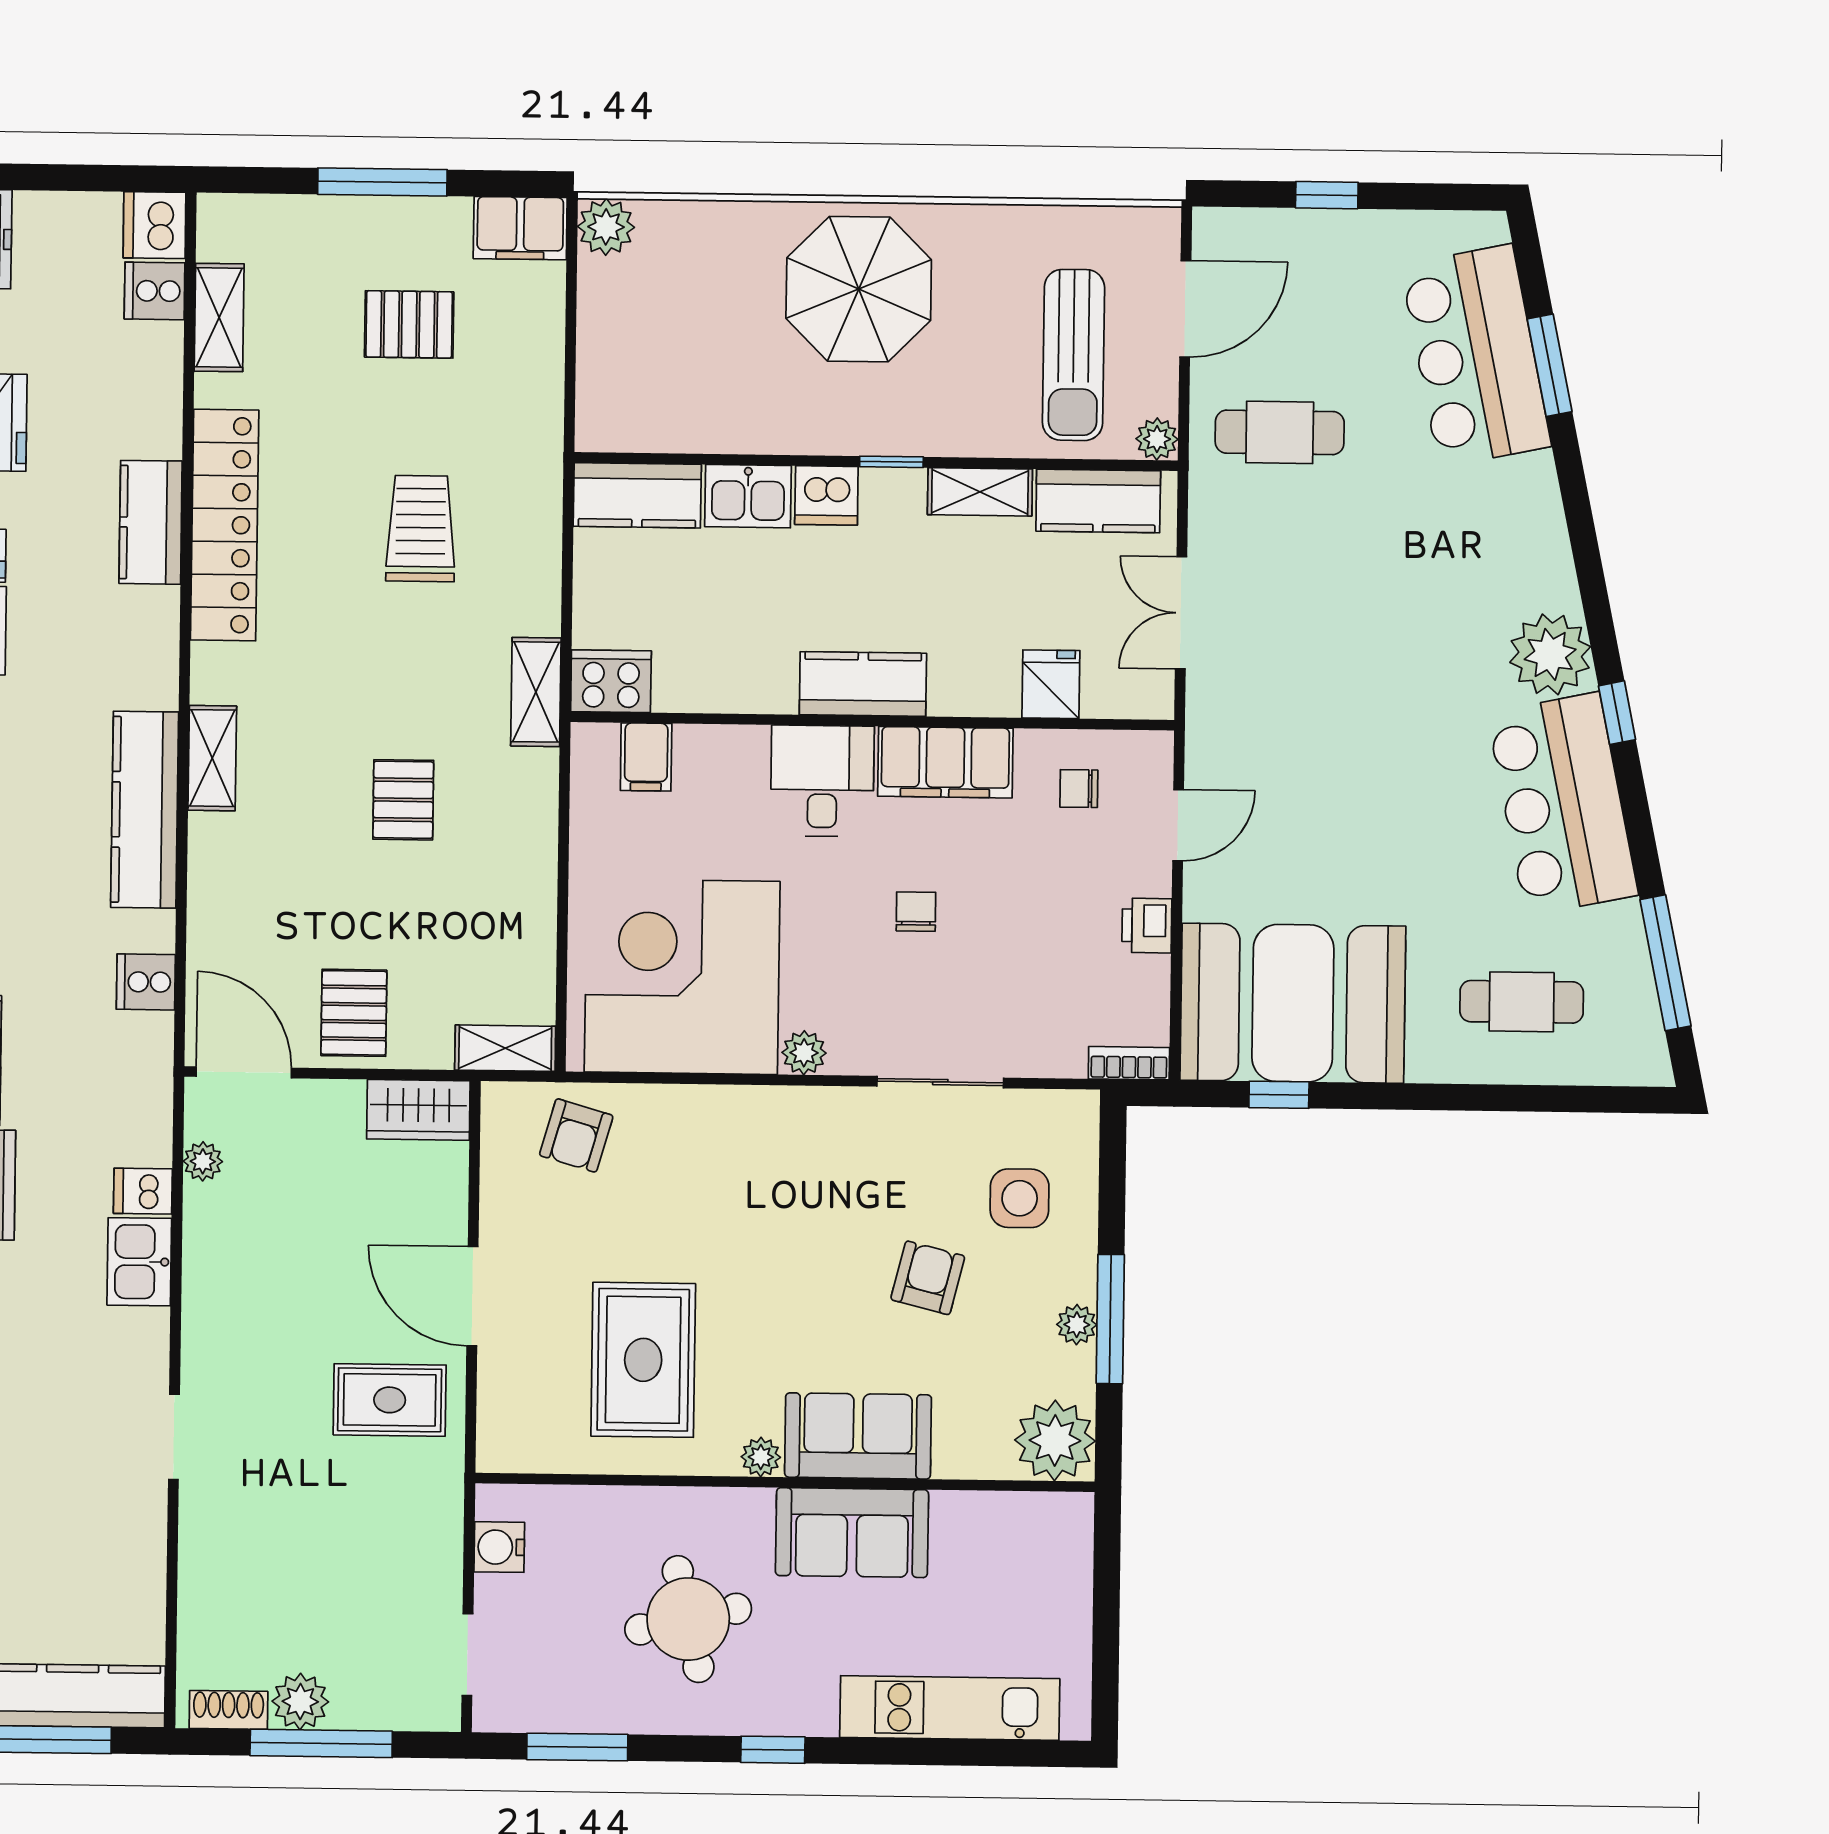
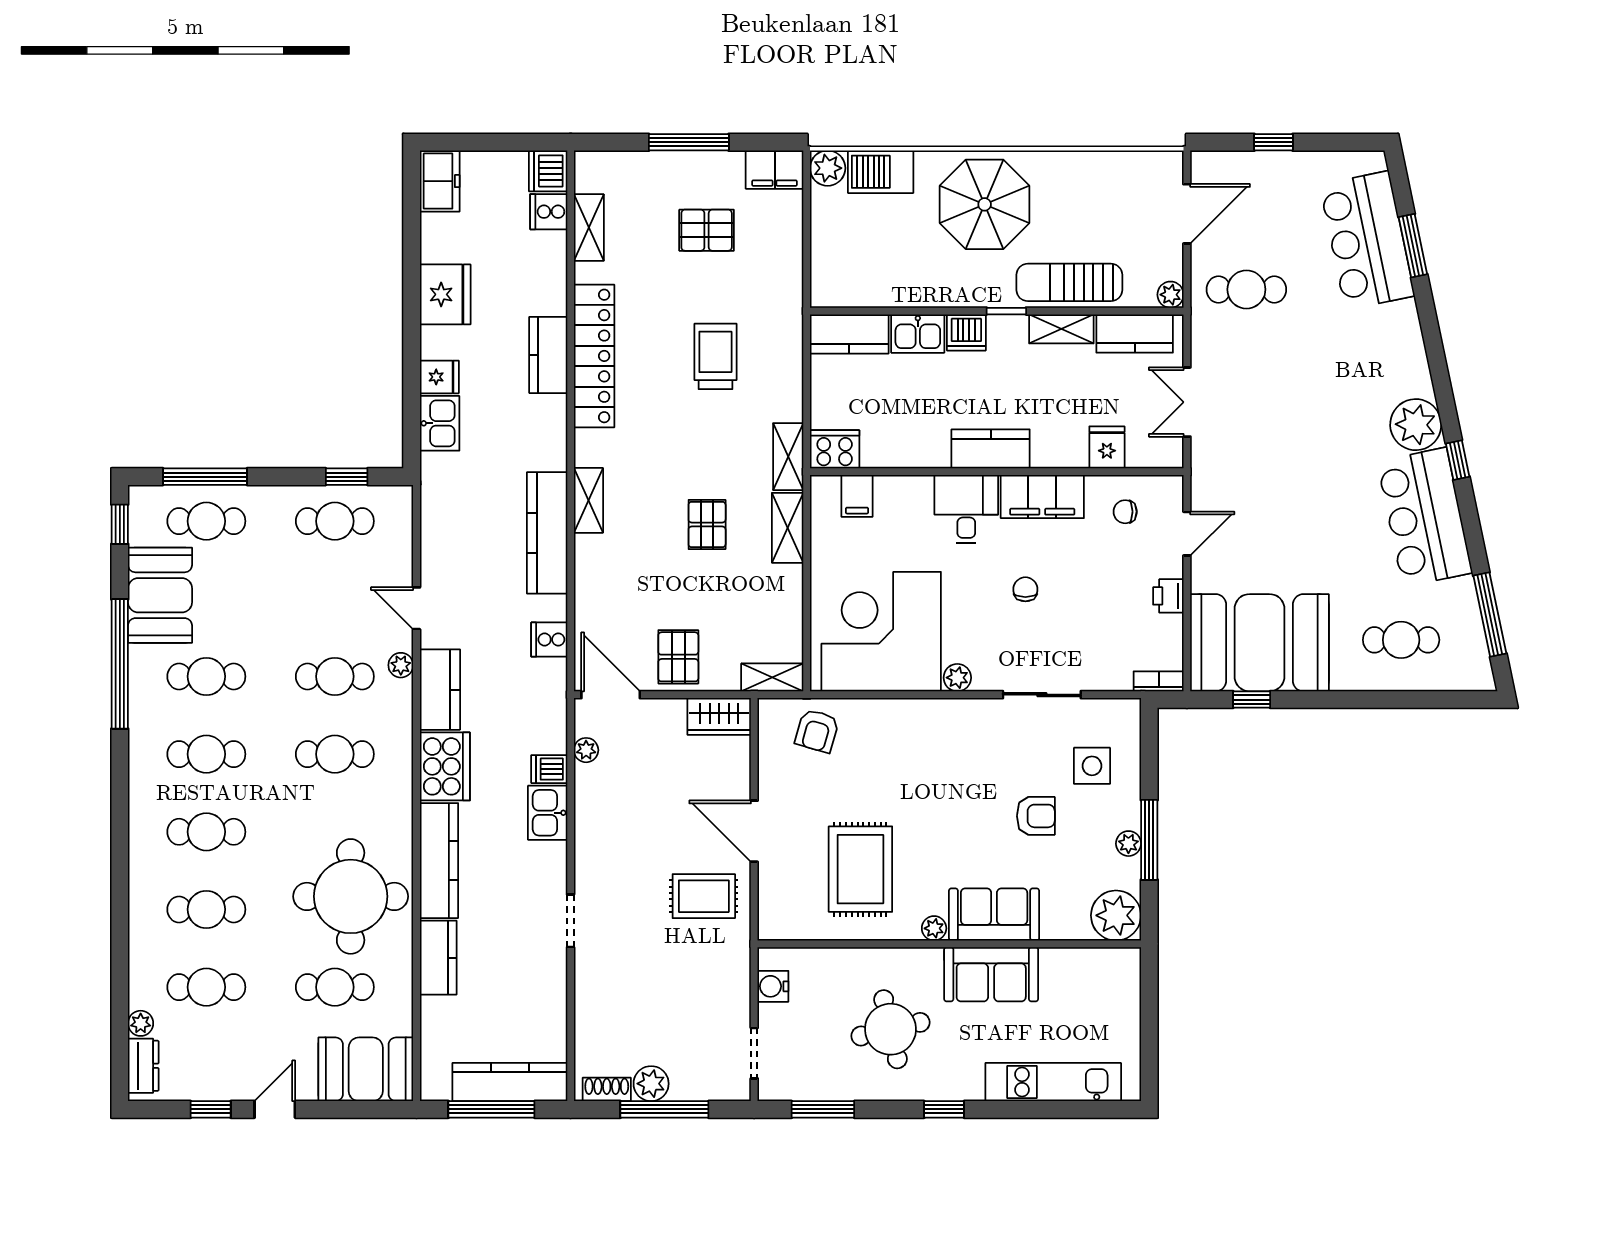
barbecue: (692, 234) -> (881, 172), added
sun lounger: (1073, 355) -> (1069, 282), moved, turned 90
shelving: (533, 807) -> (788, 528), added
armchair: (928, 1278) -> (1036, 816), turned 76

